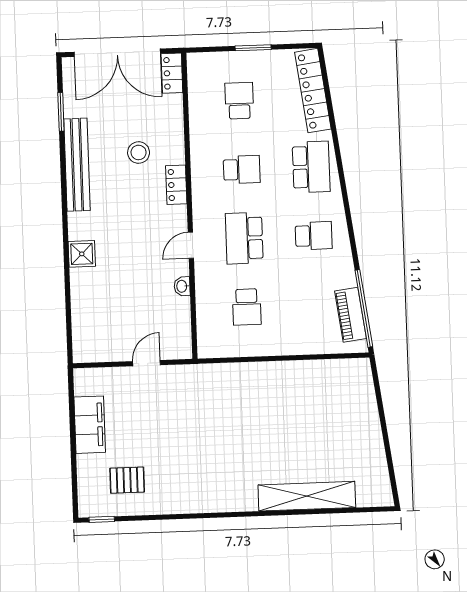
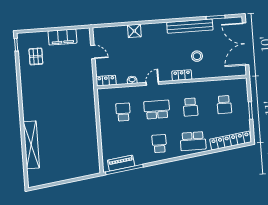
locker: (172, 73) -> (106, 81), moved
school desk: (239, 101) -> (224, 105), turned 90
school desk: (314, 236) -> (159, 144), turned 180
door: (191, 245) -> (152, 83), hinge flipped
shower: (82, 254) -> (134, 31), moved
school desk: (247, 307) -> (123, 112), turned 90
door: (146, 363) -> (93, 52), moved

